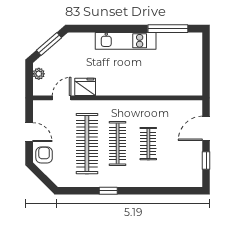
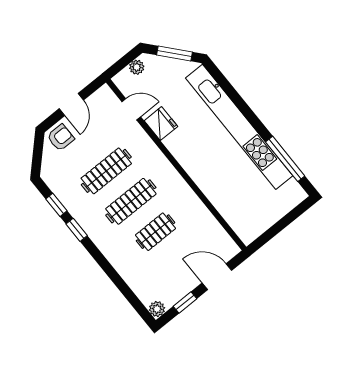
kitchen unit: (126, 41) -> (239, 127), width x1.86
clothes rail: (87, 144) -> (106, 171), width x0.73, depth x0.76
plant: (196, 181) -> (157, 309), added
window: (83, 191) -> (56, 205), added

